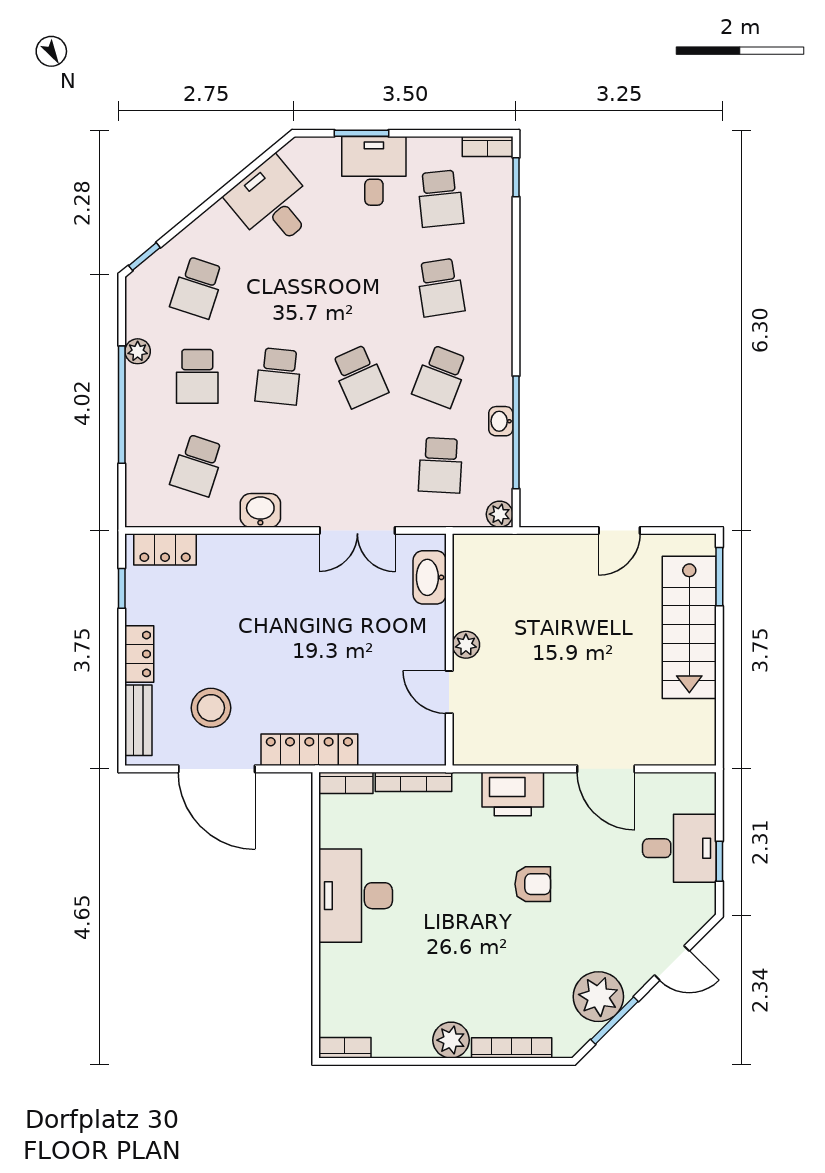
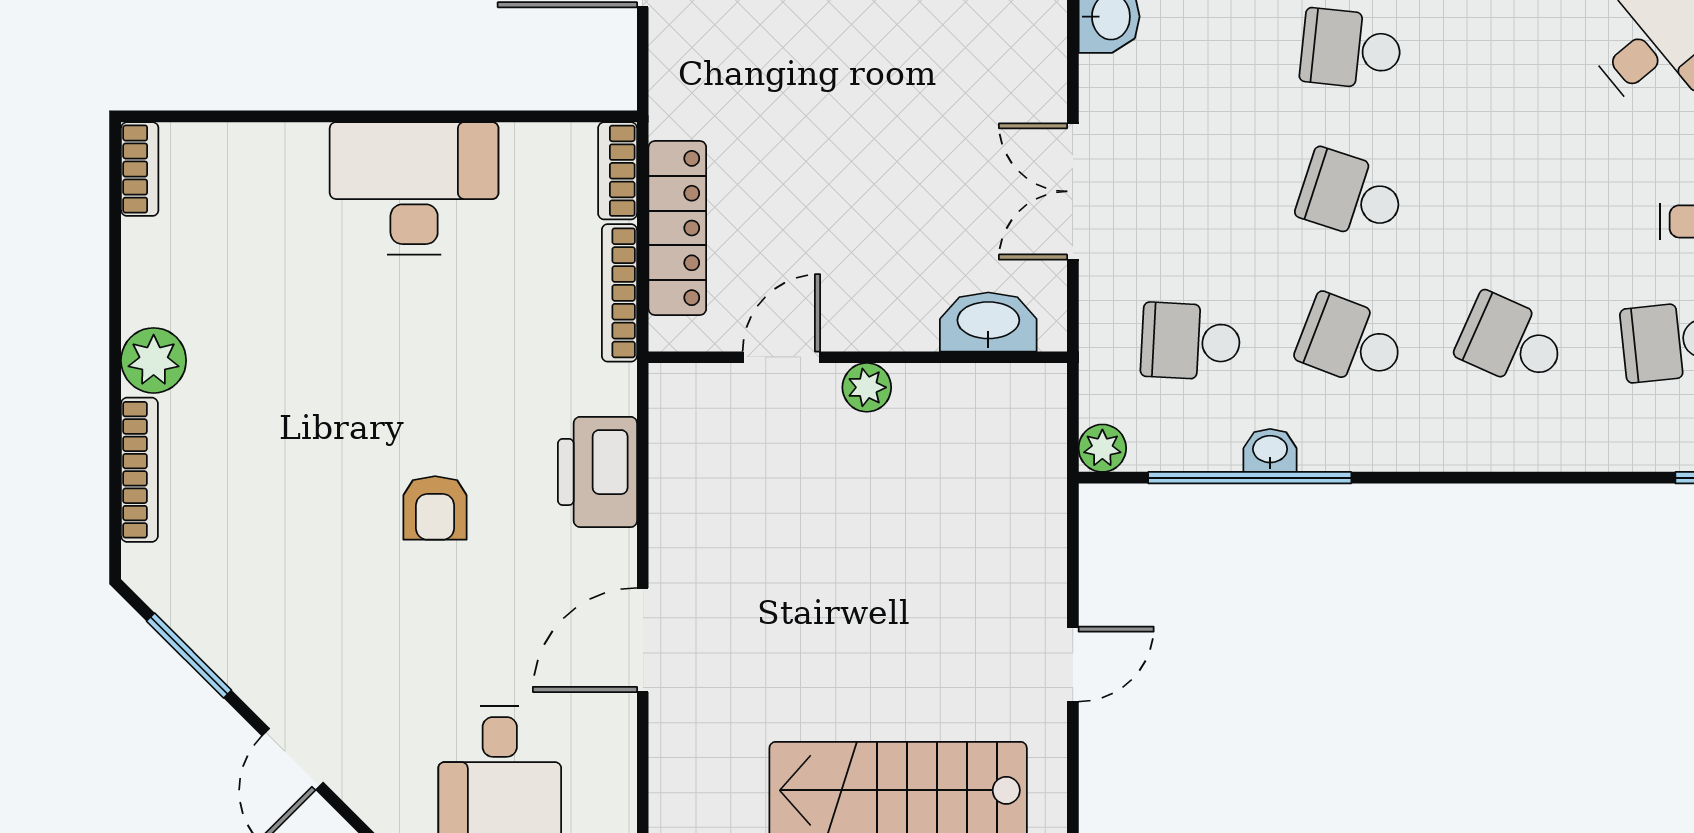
school desk: (440, 287) -> (1511, 341), turned 33
school desk: (359, 376) -> (1351, 195), turned 42
door: (619, 531) -> (1073, 664), swing flipped
locker: (309, 750) -> (677, 228), moved
plant: (598, 997) -> (232, 626), removed

